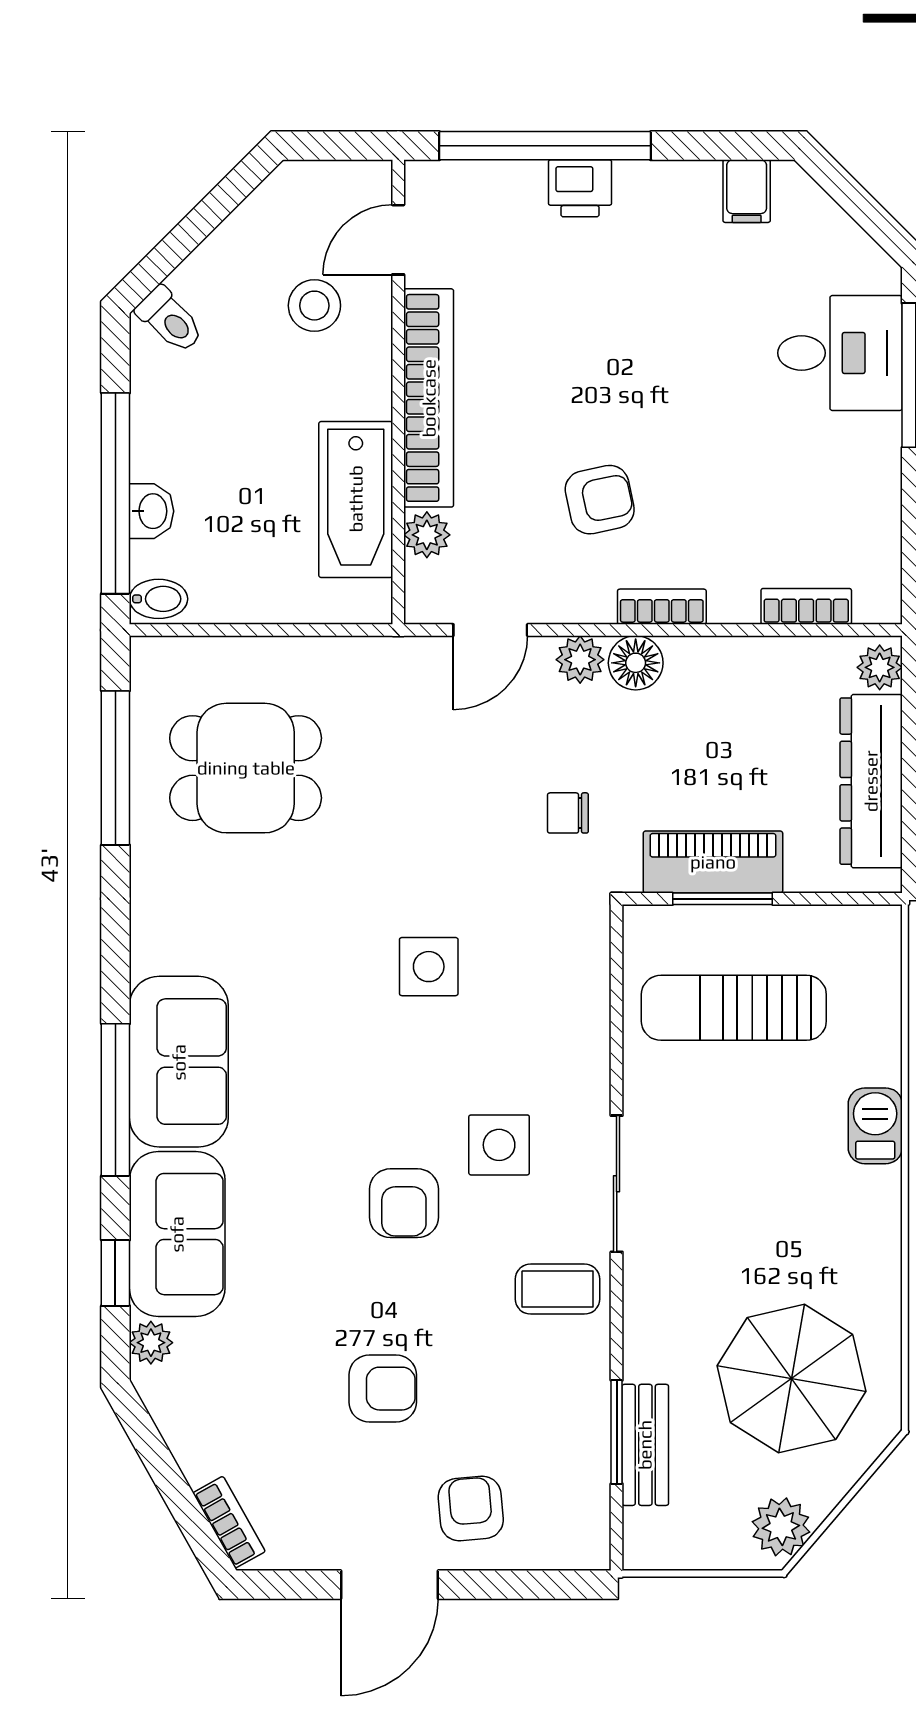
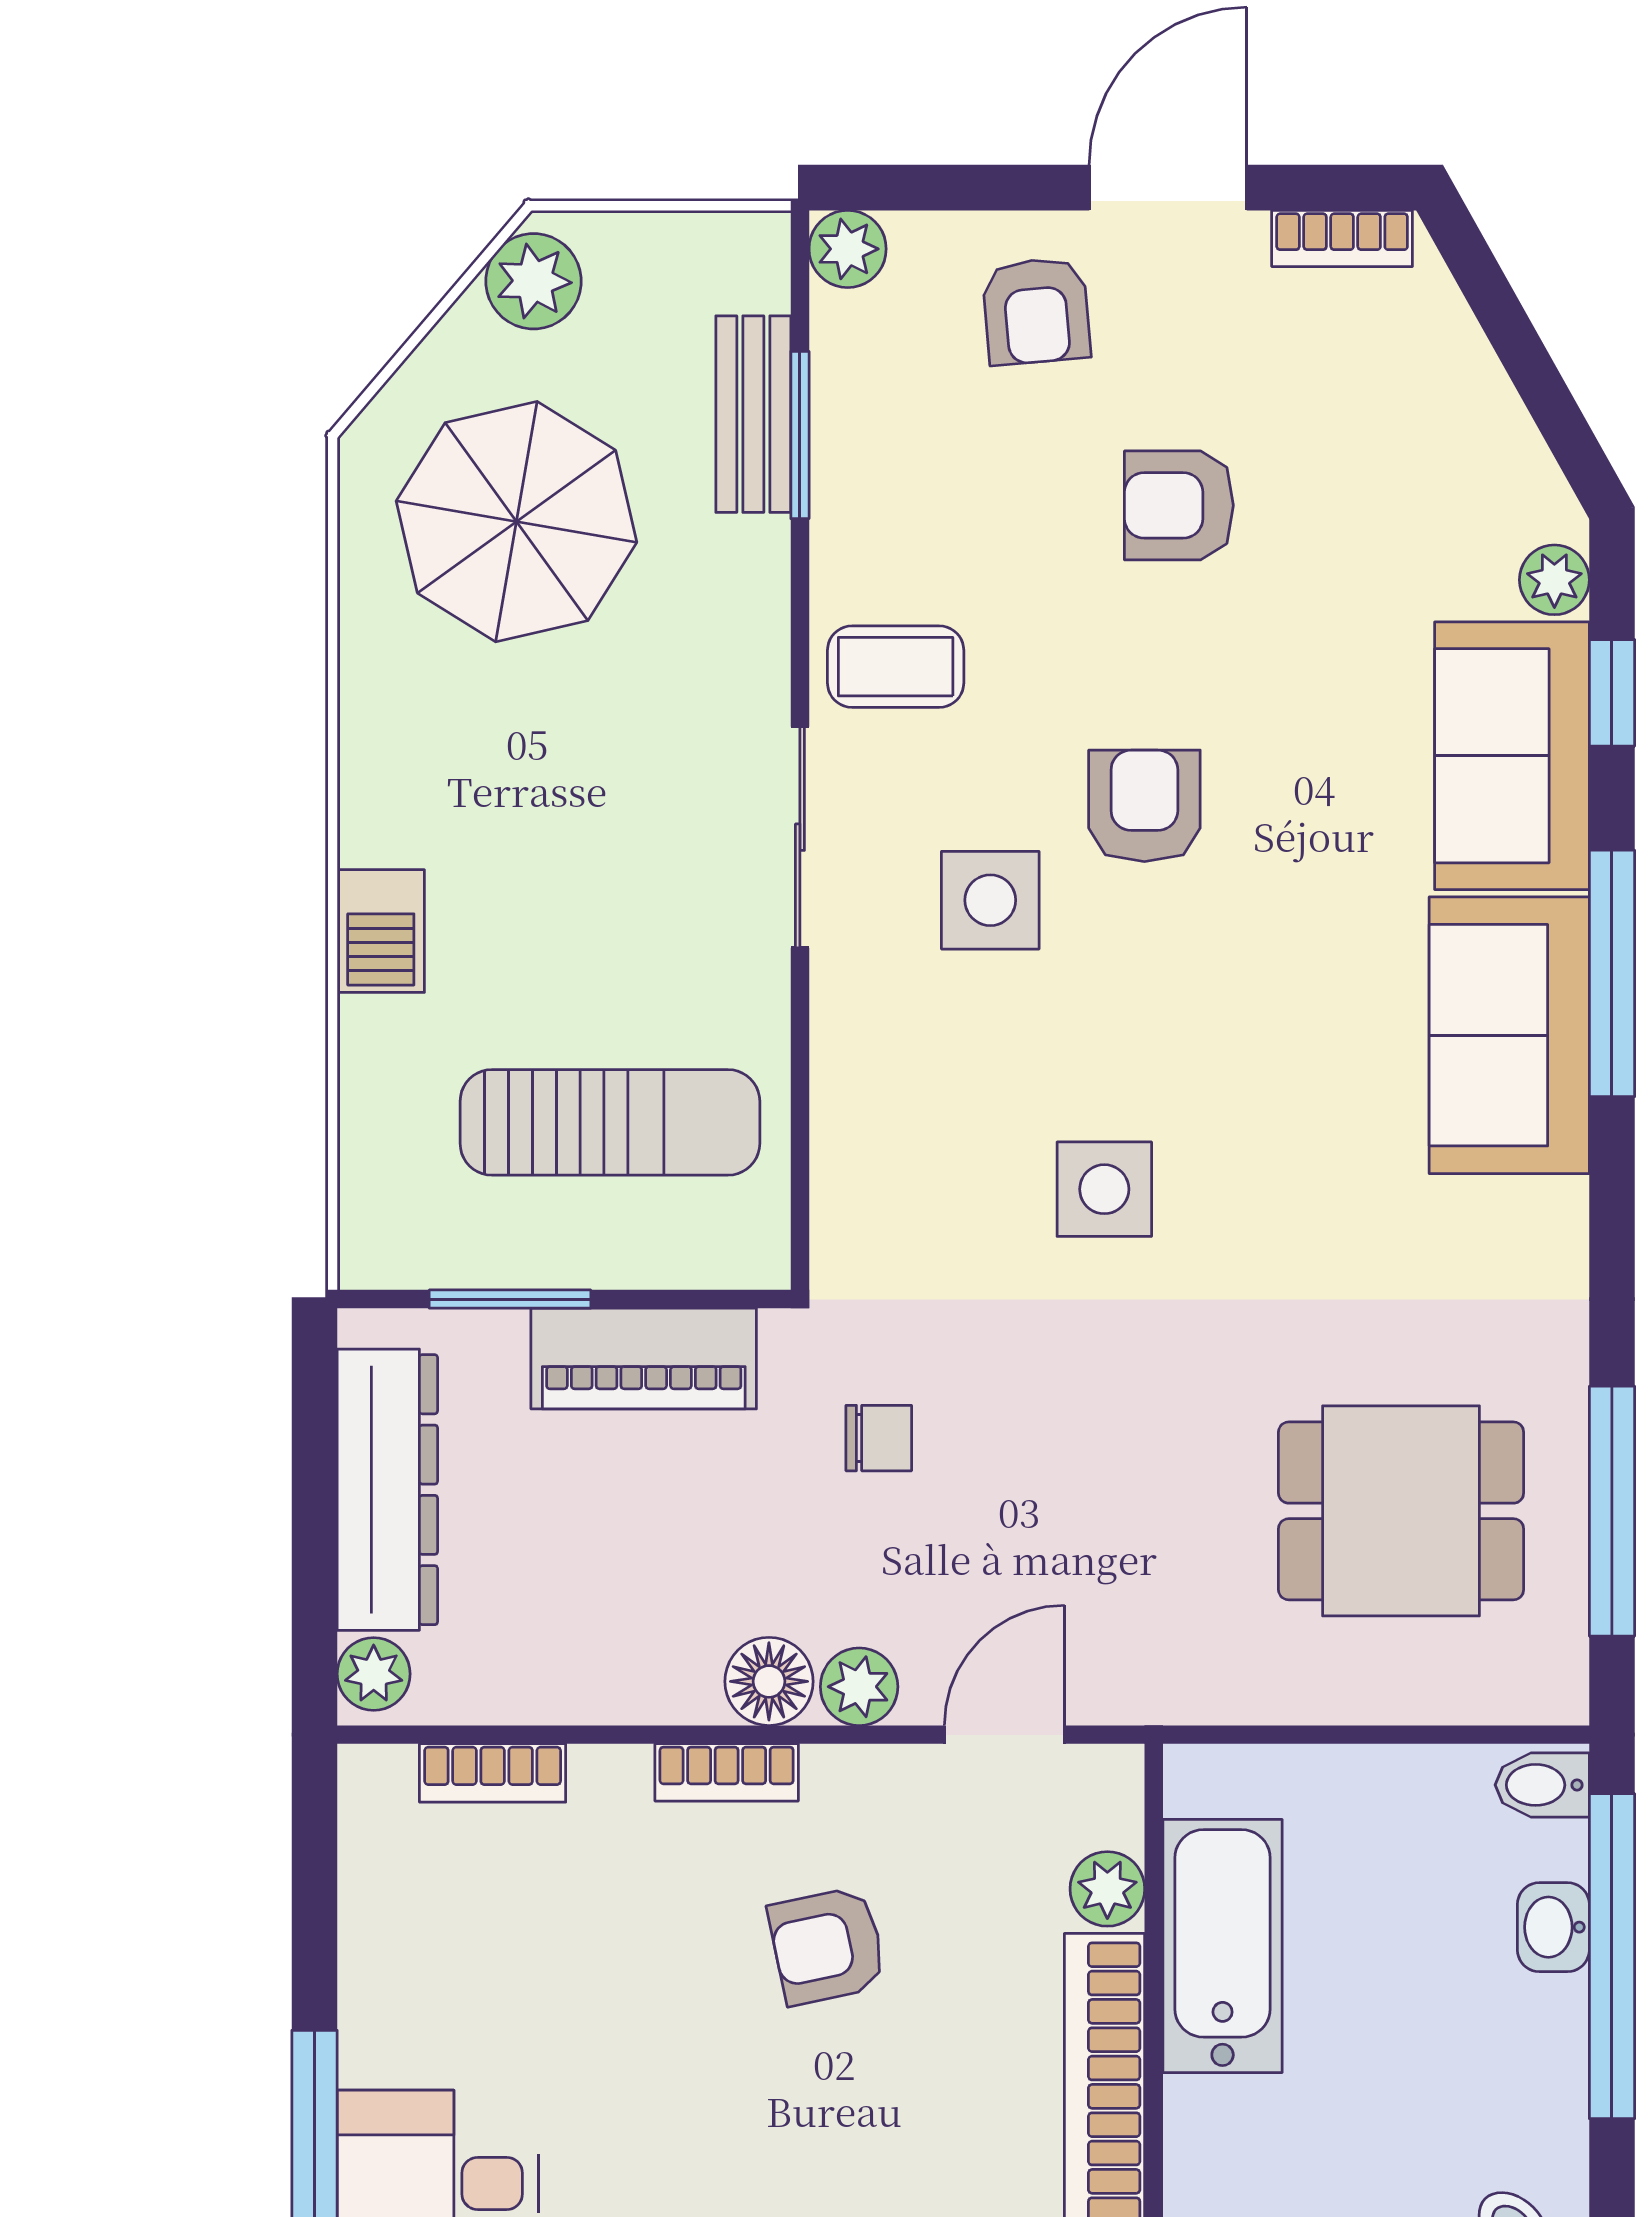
window: (723, 899) -> (510, 1299), moved
bookcase: (229, 1522) -> (1342, 238), moved, turned -61
plant: (587, 1547) -> (848, 249), added

